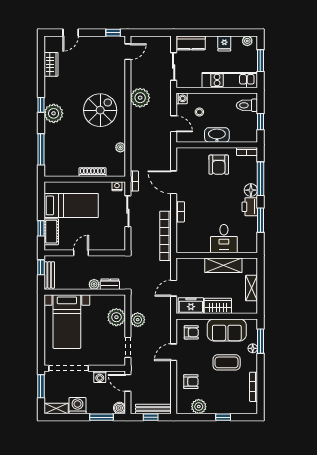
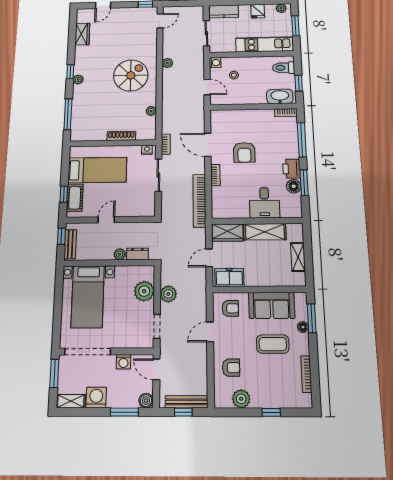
plant: (140, 98) -> (168, 63), width x0.53, depth x0.53
plant: (54, 113) -> (78, 80), width x0.53, depth x0.53
washbasin: (217, 135) -> (280, 96), moved
armchair: (219, 165) -> (244, 152), moved
floor lamp: (251, 190) -> (294, 186), moved
wardrobe: (218, 306) -> (228, 233), moved, turned 180

